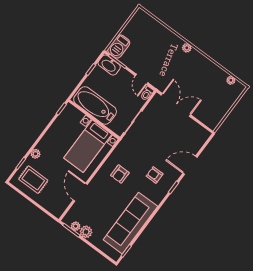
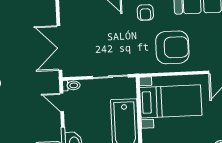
door: (142, 79) -> (62, 102), swing flipped
armchair: (120, 174) -> (172, 47), width x1.88, depth x1.88

